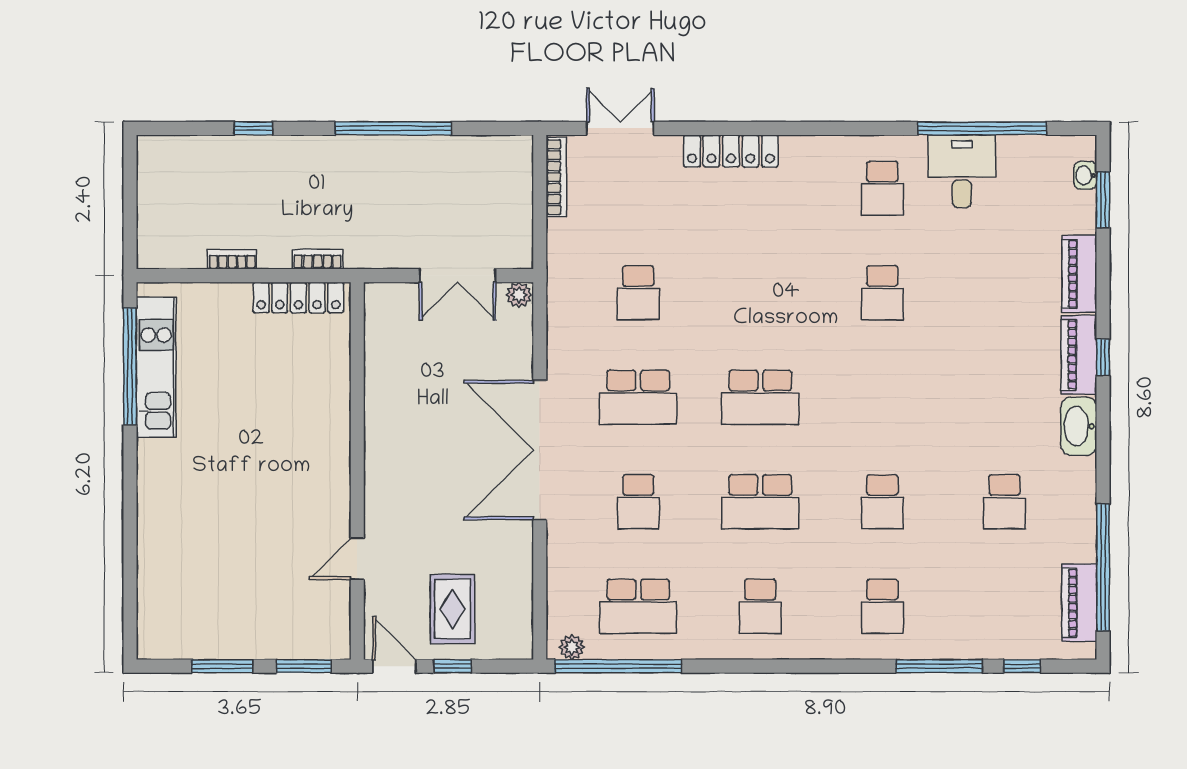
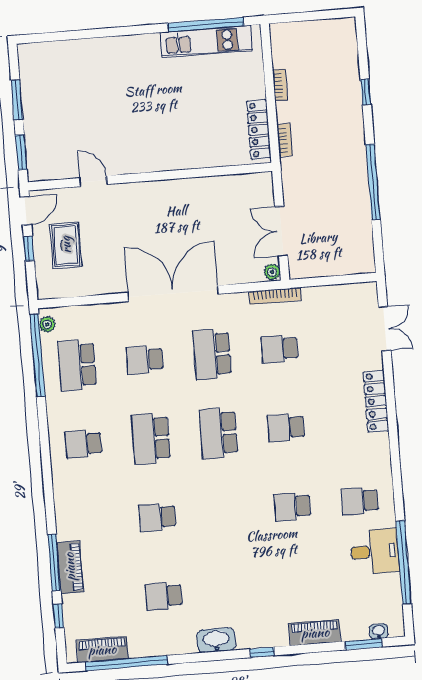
bookcase: (556, 177) -> (275, 296), moved
piano: (1079, 355) -> (70, 567), moved, turned 90
school desk: (882, 606) -> (286, 428), moved
rug: (453, 609) -> (66, 245), turned 90

